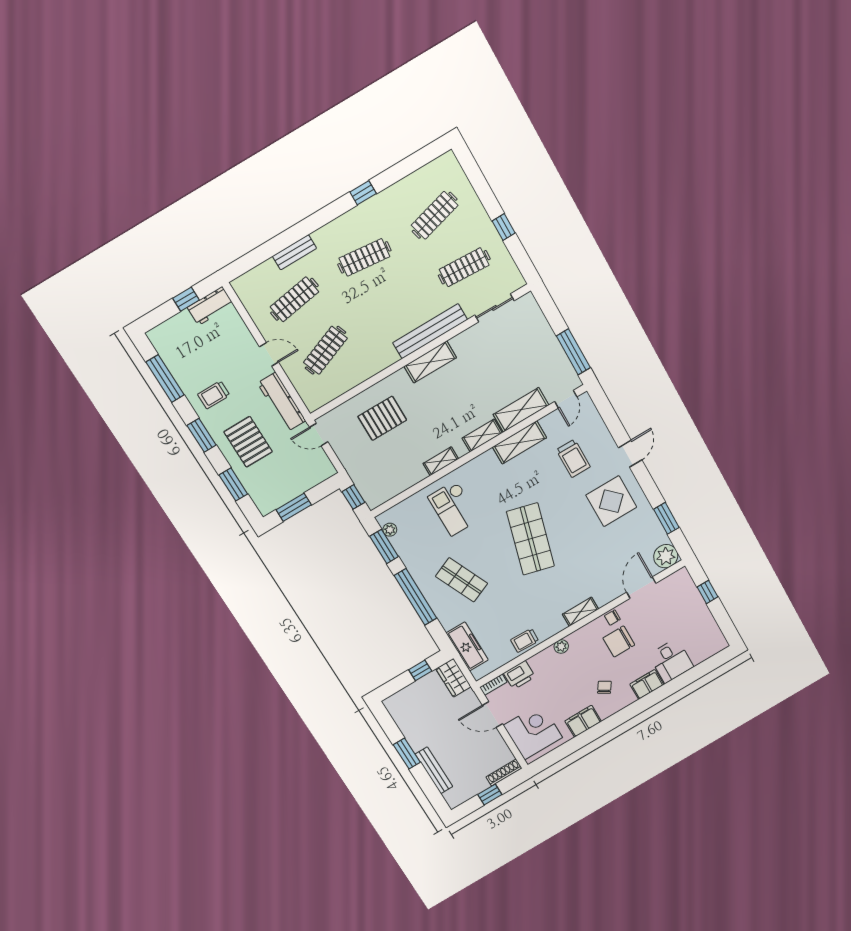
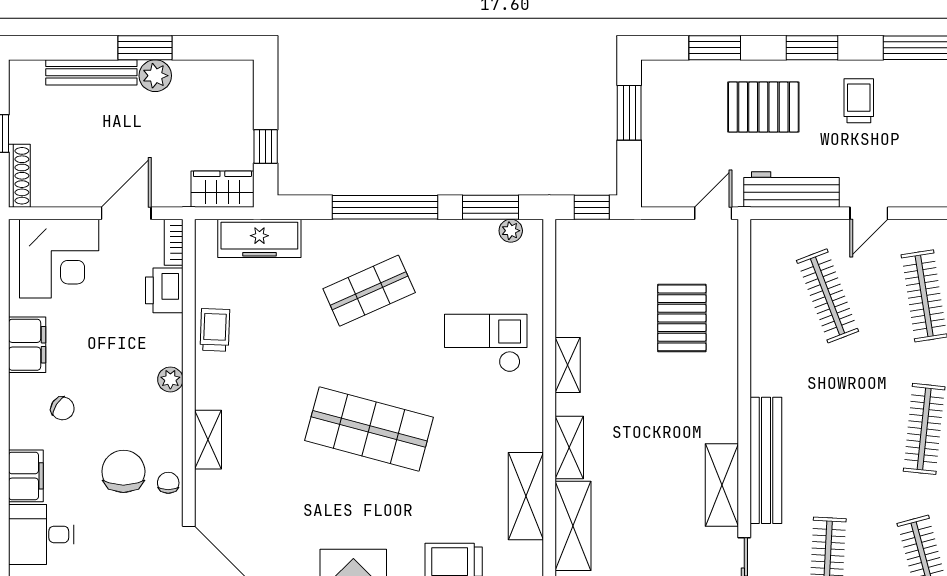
shelving: (430, 362) -> (722, 485), moved
plant: (417, 741) -> (155, 76), added

